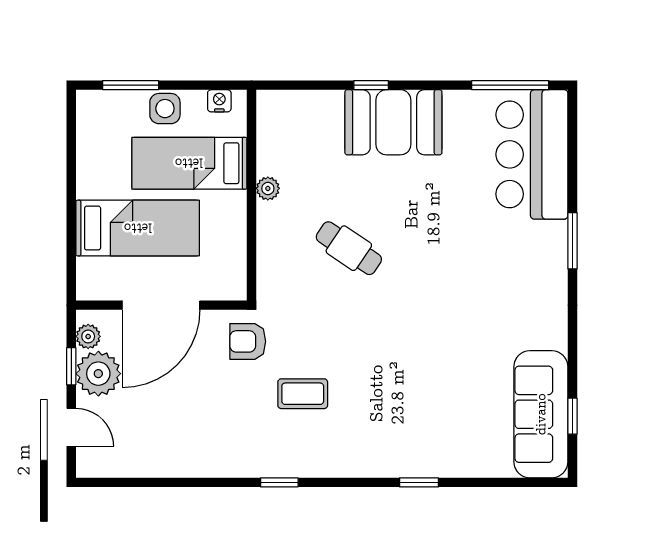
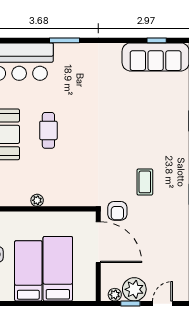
bed: (189, 163) -> (28, 271), moved, turned 180
cafe table: (349, 248) -> (48, 130), moved, turned -34
door: (161, 305) -> (98, 242), moved

